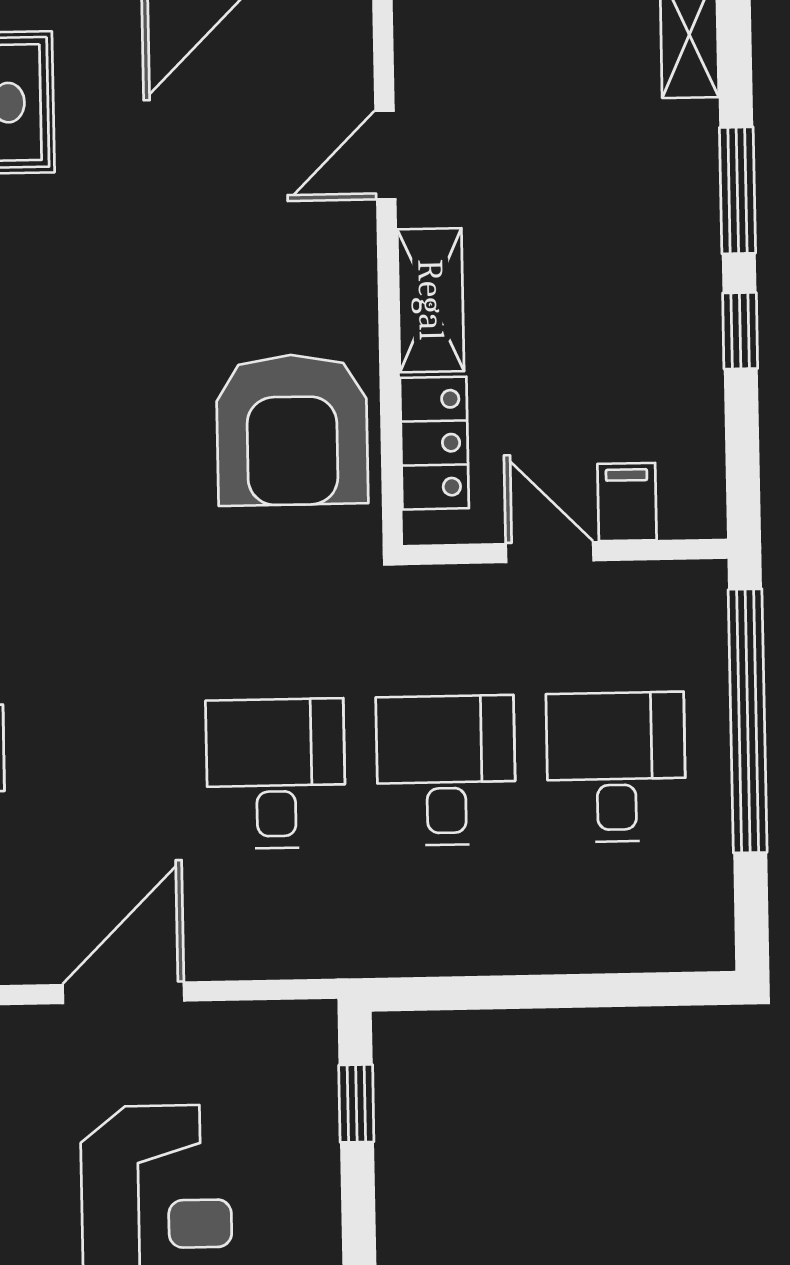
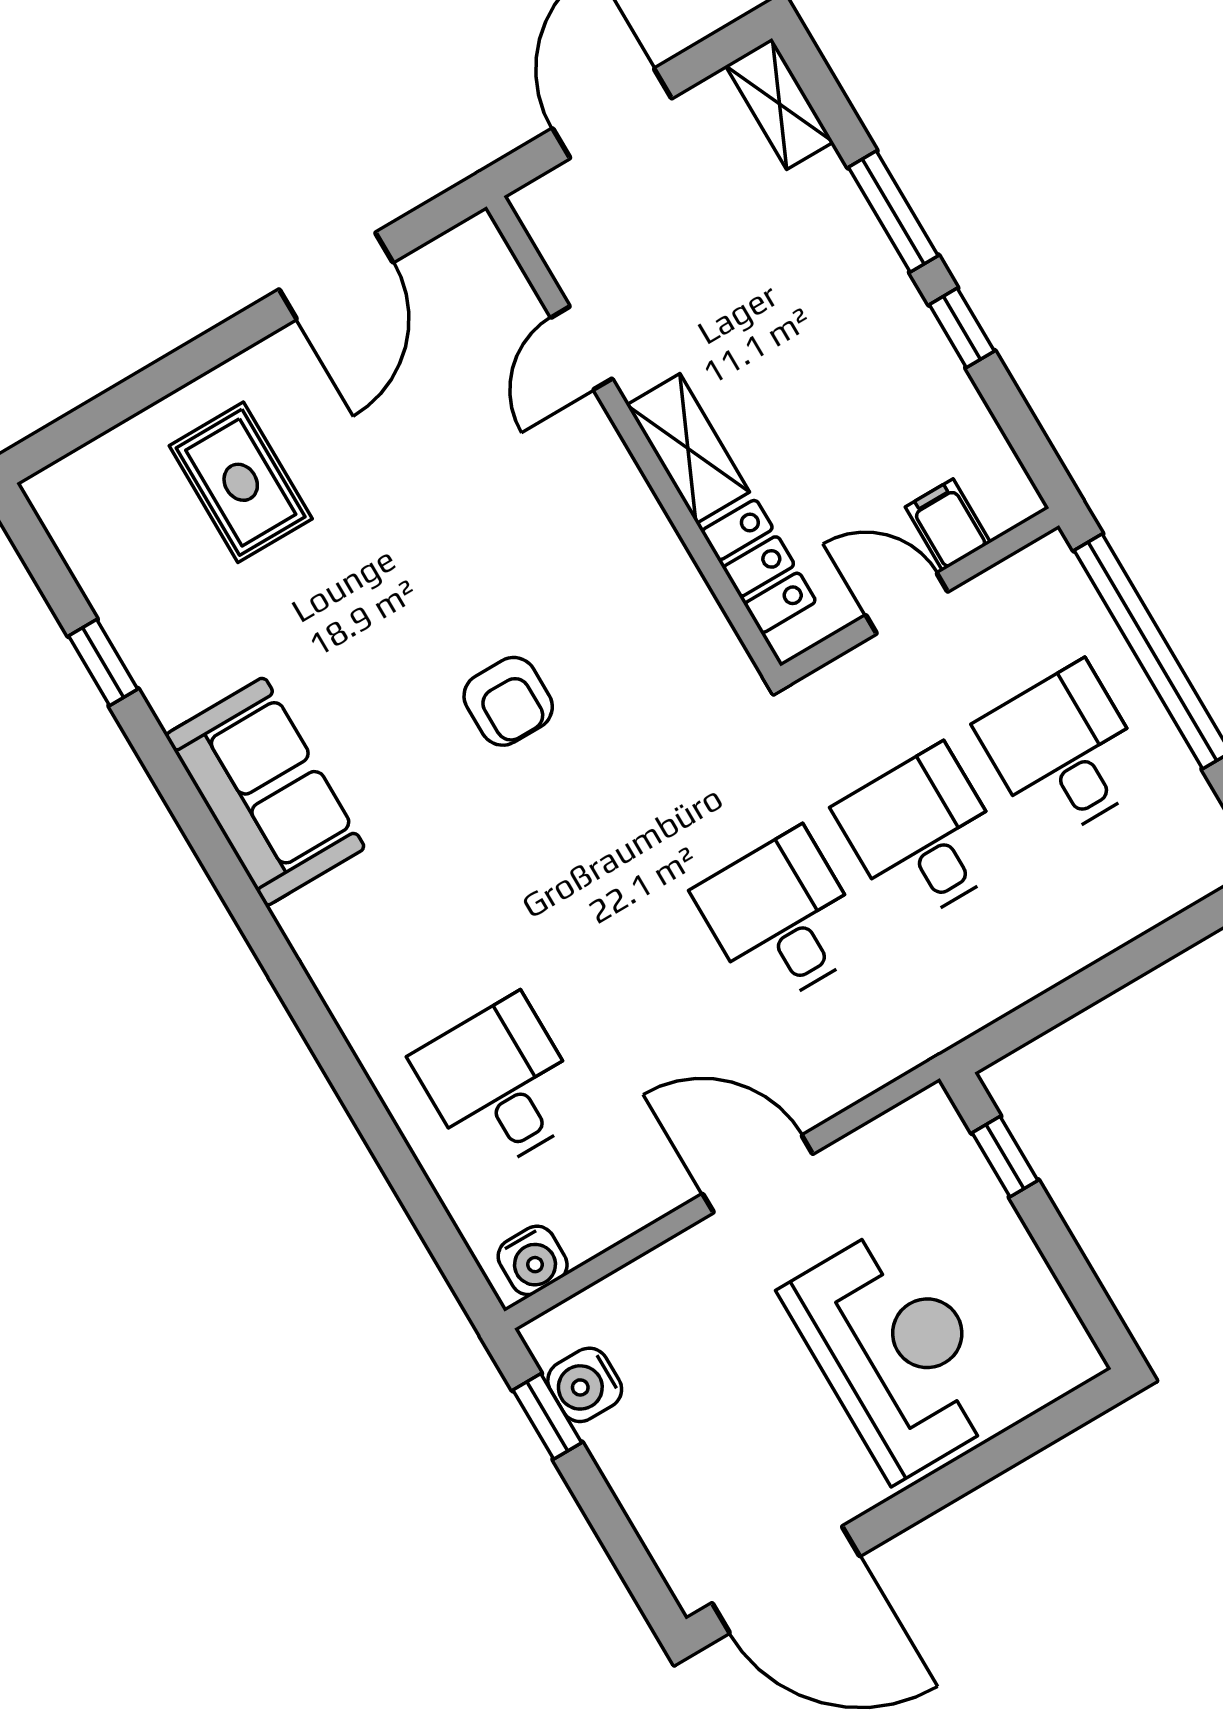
armchair: (292, 430) -> (508, 701), moved, width x0.53, depth x0.53
door: (123, 993) -> (758, 1174), hinge flipped

